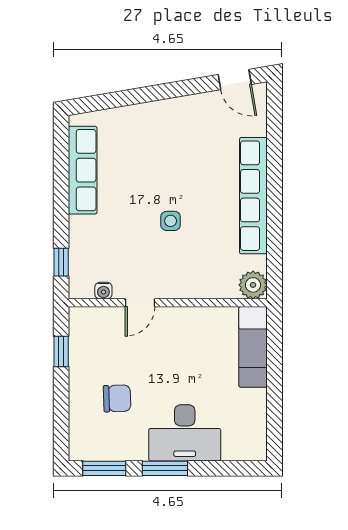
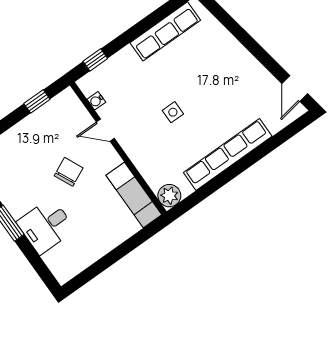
exam couch: (253, 347) -> (134, 195), moved, turned -90
chair: (117, 398) -> (69, 172), moved, turned -113
desk: (185, 433) -> (46, 226), width x0.73

